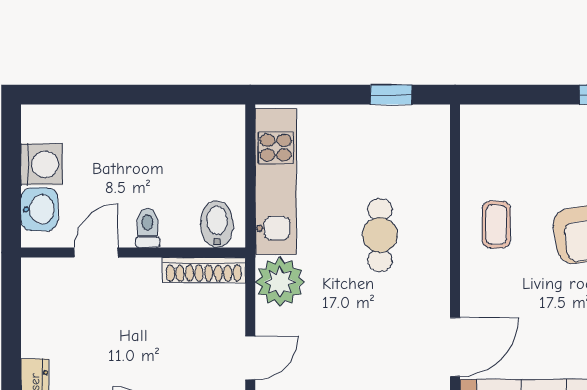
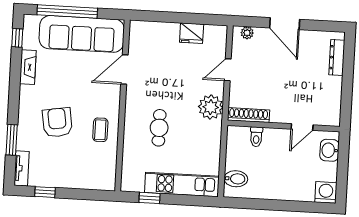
washing machine: (42, 164) -> (326, 192), moved, turned 90
kitchen unit: (276, 181) -> (182, 184), moved, turned 90
bidet: (217, 224) -> (236, 179), moved, turned -90
toilet: (147, 228) -> (256, 137), moved

